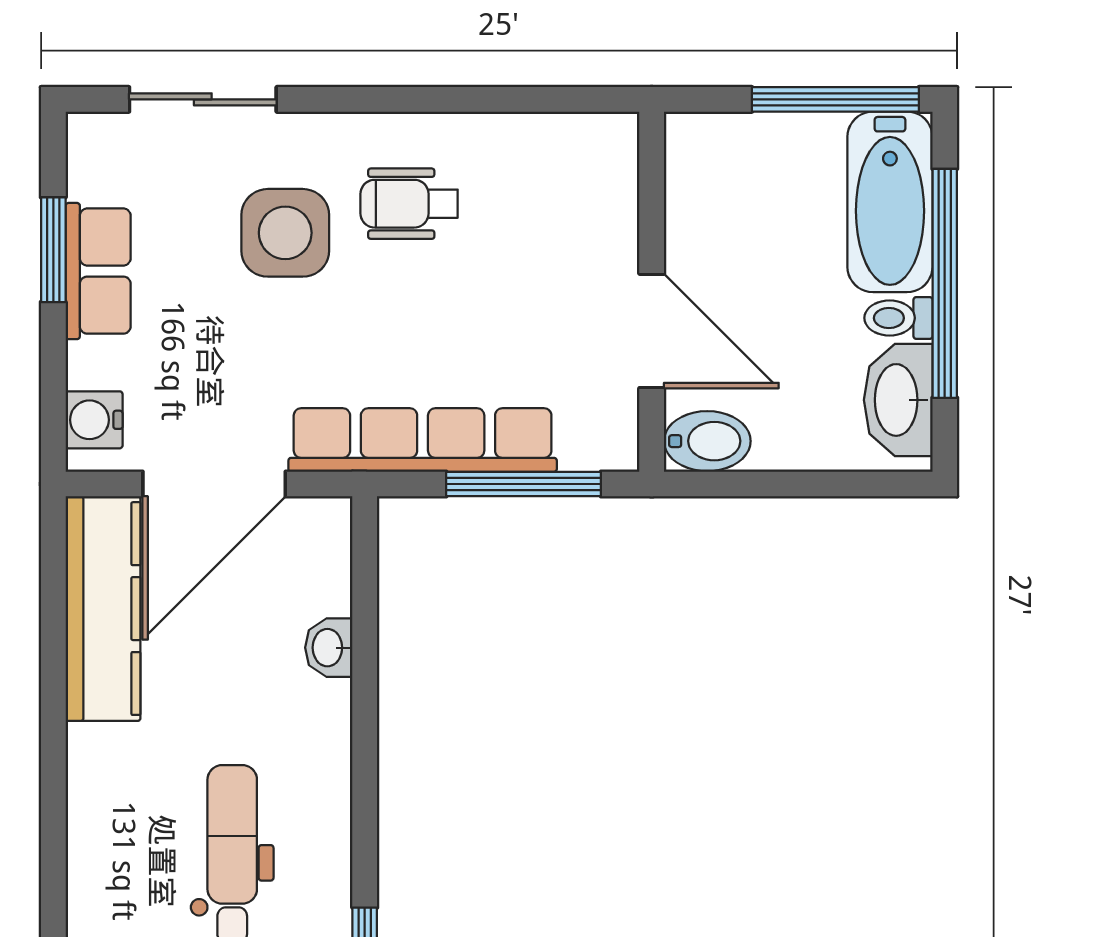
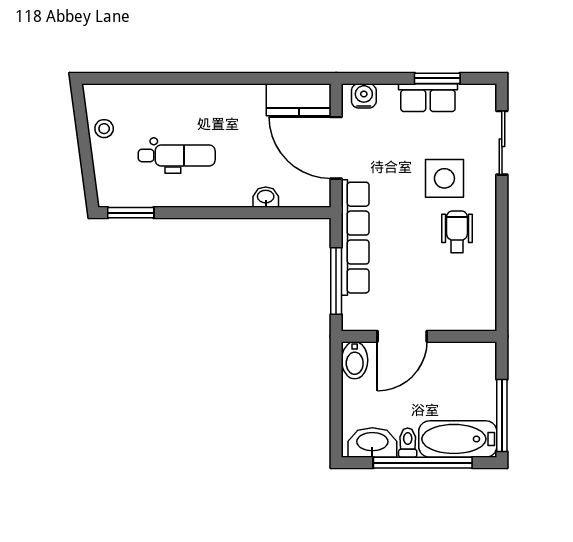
kitchen counter: (103, 609) -> (299, 100), width x0.67

